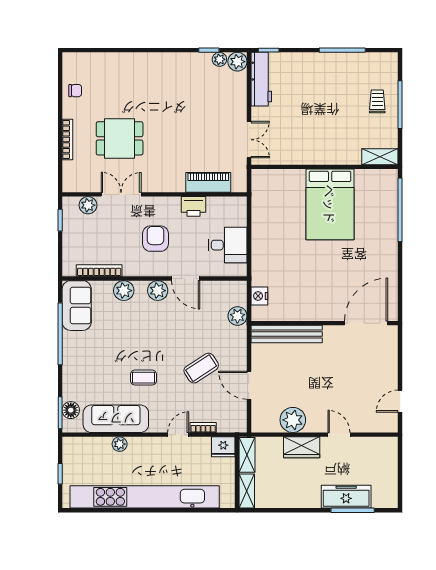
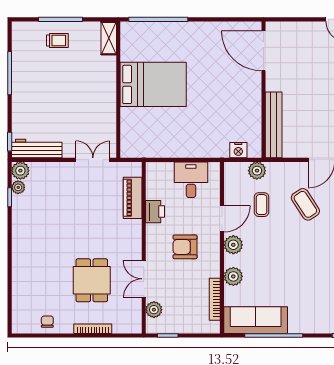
trolley: (377, 101) -> (57, 41), turned 180
sofa: (77, 306) -> (256, 320), width x1.36
coffee table: (144, 378) -> (262, 205), moved

